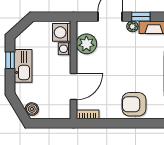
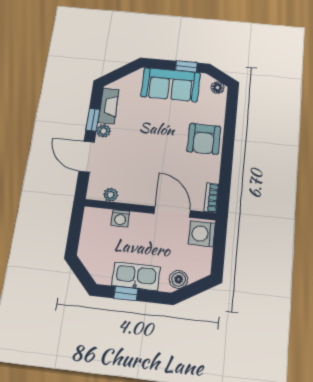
washing machine: (62, 32) -> (202, 234), moved, turned 90
plant: (86, 44) -> (111, 195), width x0.53, depth x0.53
boiler: (32, 109) -> (178, 279), moved

